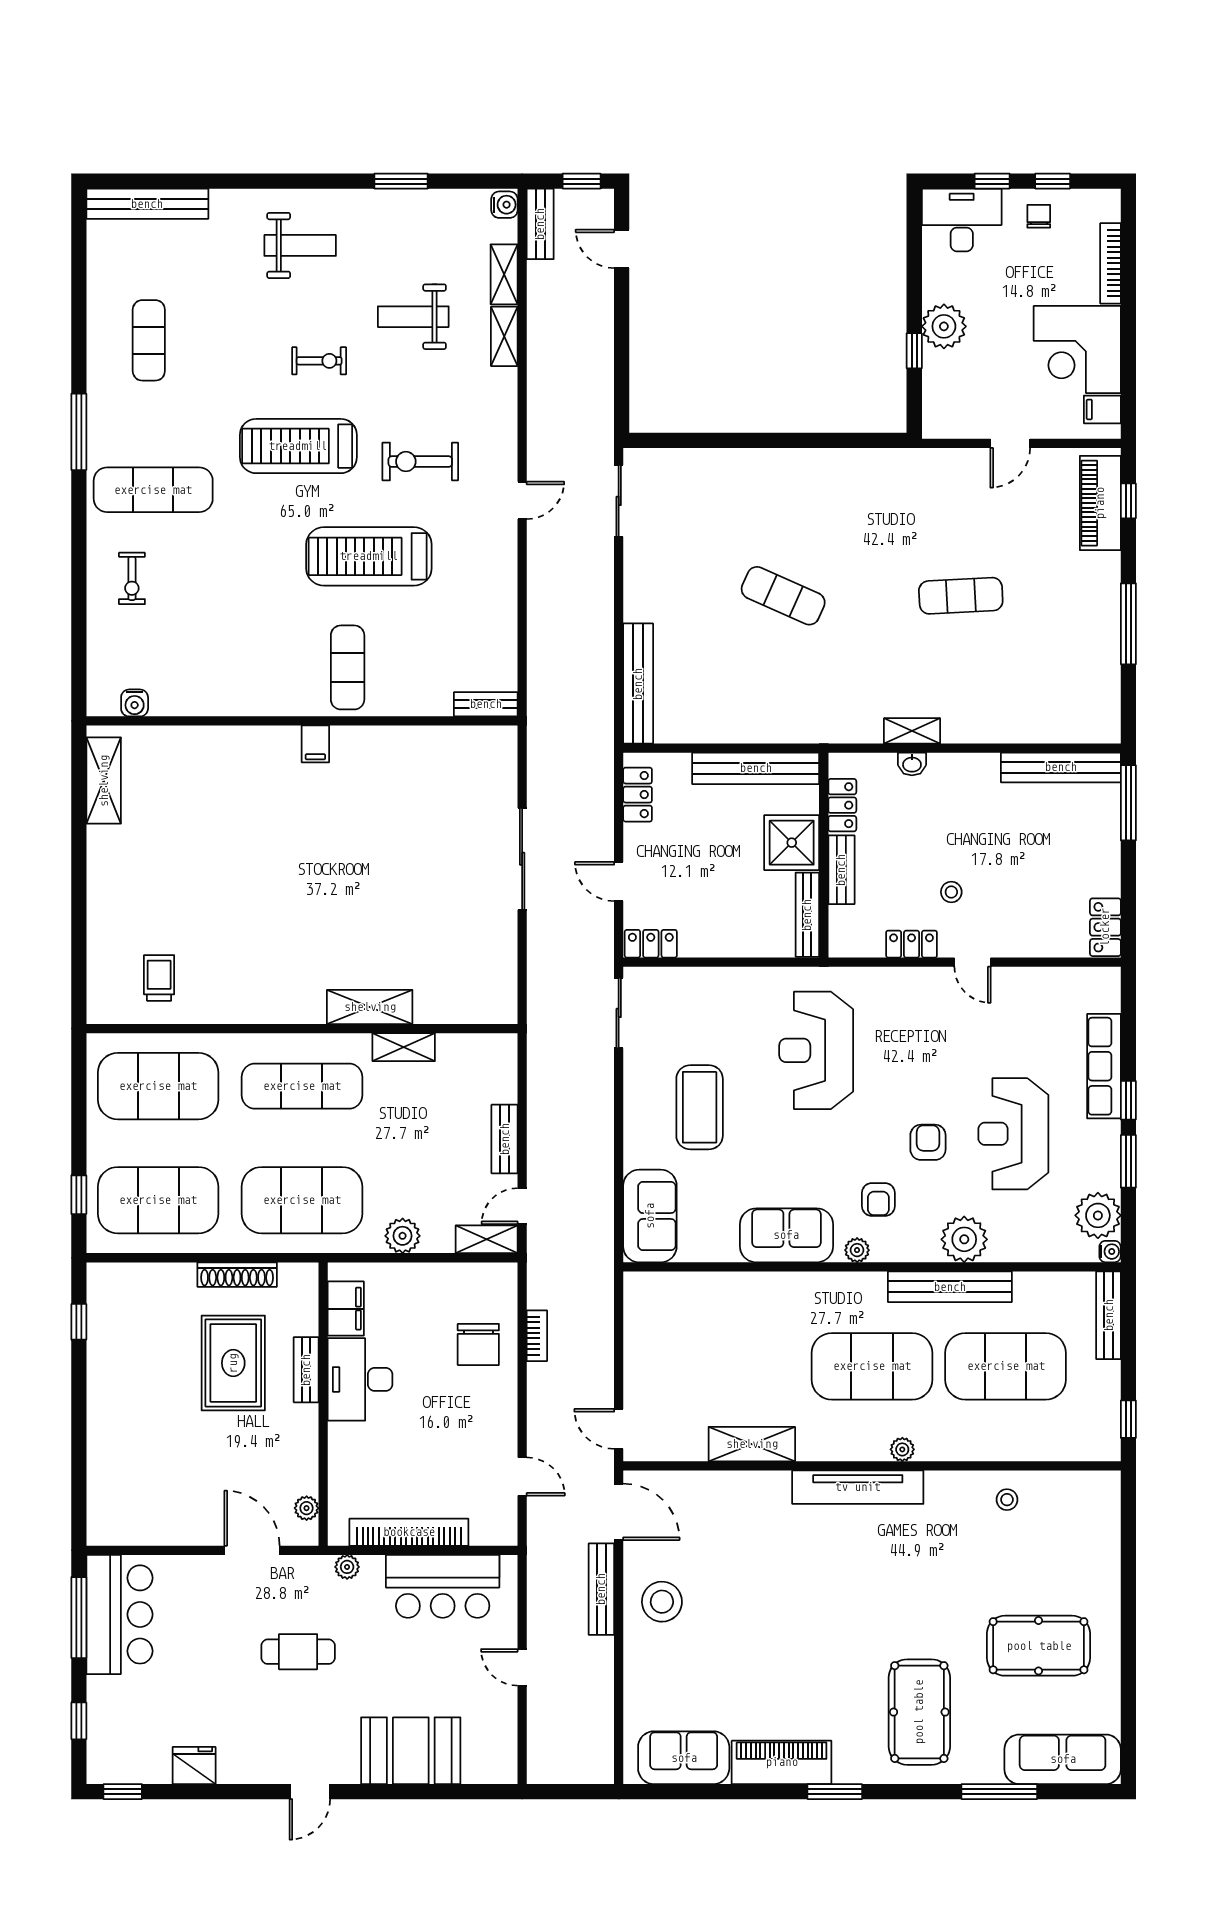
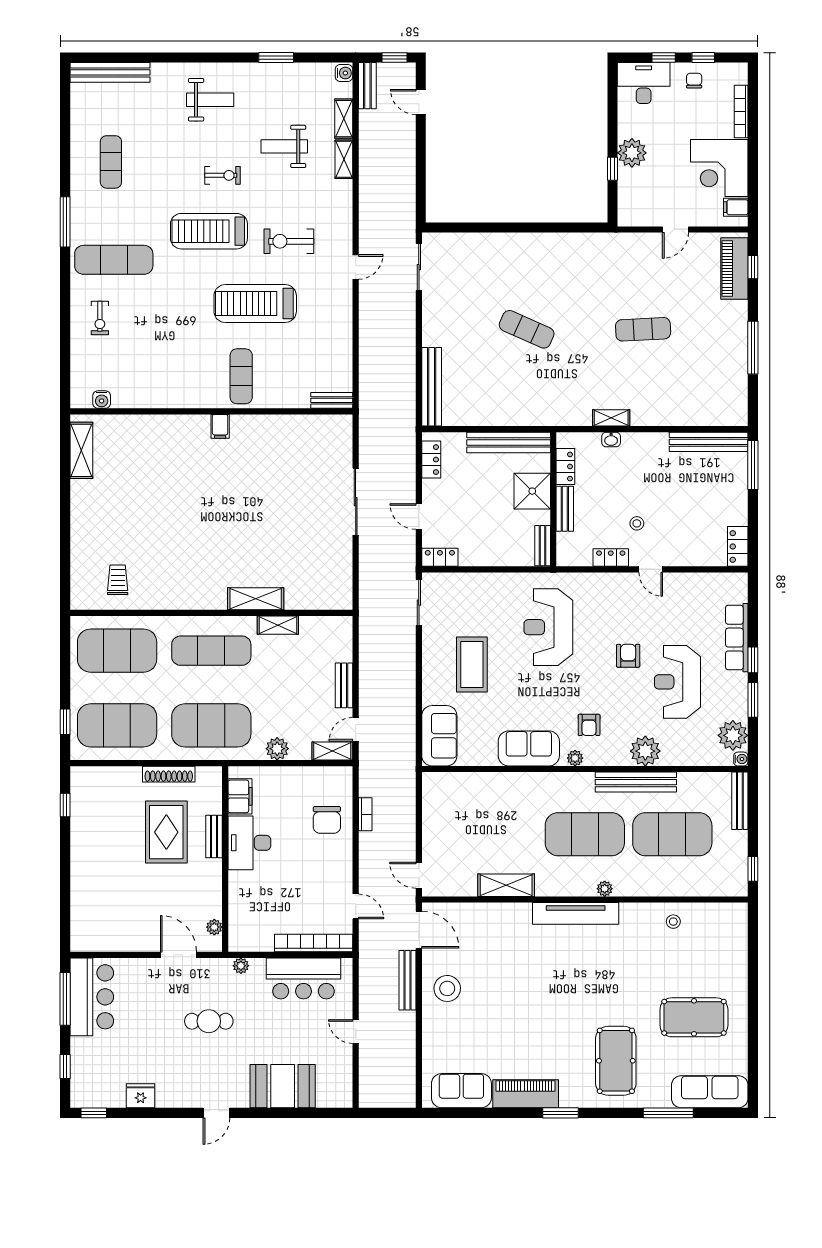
bench: (807, 915) -> (543, 546), width x0.73
armchair: (928, 1142) -> (628, 656), moved
bookcase: (409, 1532) -> (314, 943), moved

